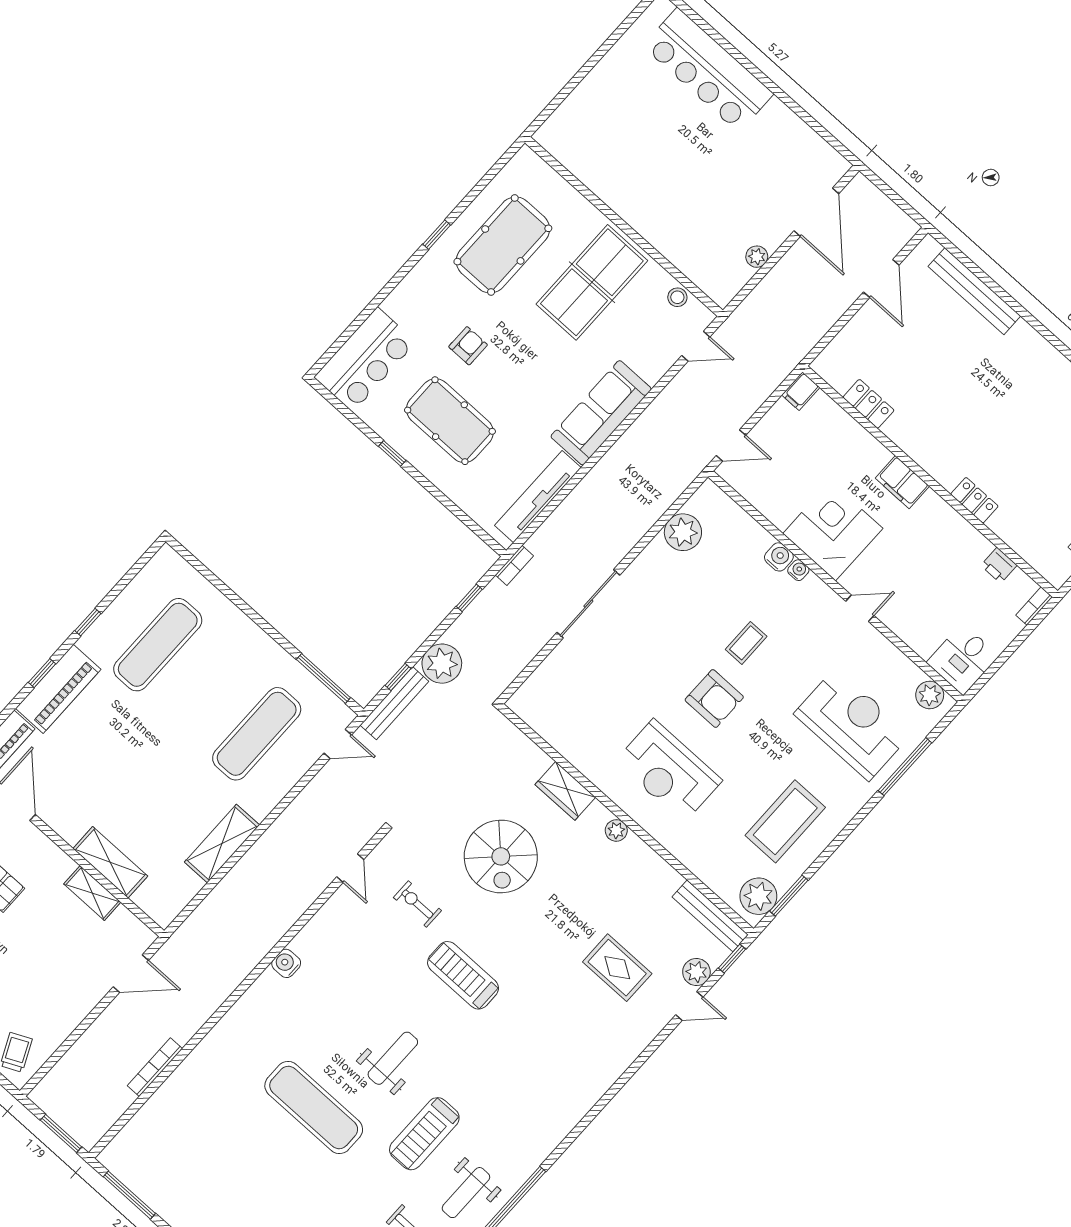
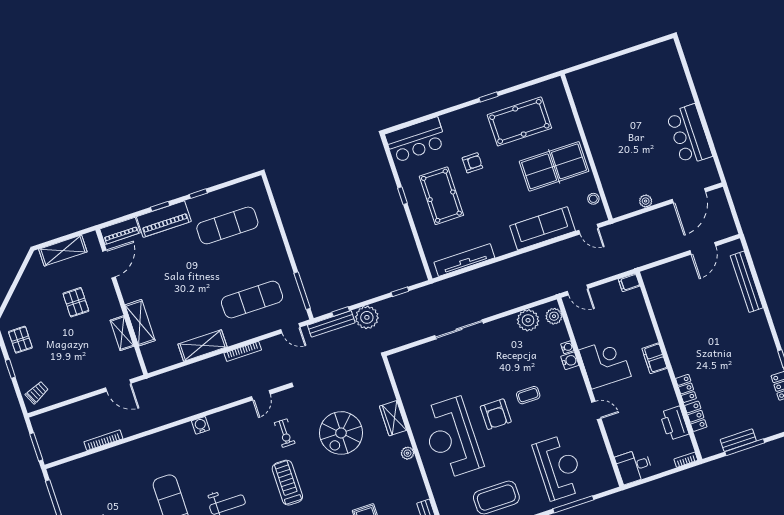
bar counter: (708, 70) -> (689, 135), moved, width x0.73
locker: (868, 404) -> (696, 416), moved
sofa: (601, 413) -> (543, 228), moved
bookcase: (514, 565) -> (243, 351), moved, width x1.56
printer: (999, 565) -> (674, 423), width x1.87, depth x1.48
water cooler: (798, 570) -> (567, 347), moved
plant: (930, 695) -> (554, 316), moved
reception desk: (669, 771) -> (451, 438), width x1.36, depth x1.30
exercise bike: (417, 904) -> (285, 433), turned 180

